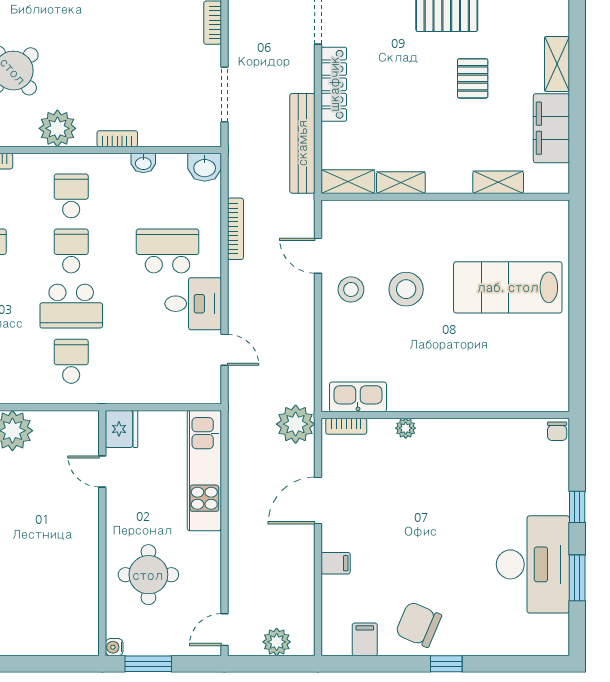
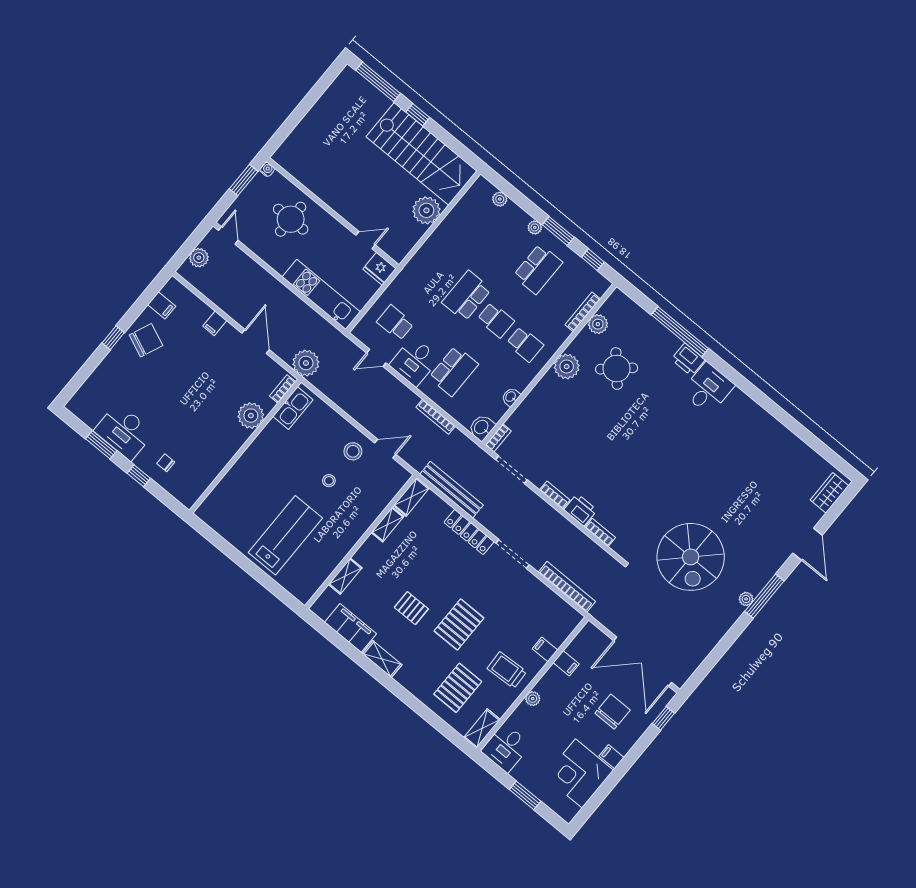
bookcase: (117, 139) -> (498, 438), moved
stool: (406, 289) -> (329, 481), width x0.53, depth x0.53
school desk: (71, 361) -> (395, 323), moved, turned 180
plant: (406, 428) -> (251, 416), width x1.88, depth x1.88
chair: (557, 431) -> (166, 463), moved
desk: (533, 564) -> (124, 432), width x0.73, depth x0.77

